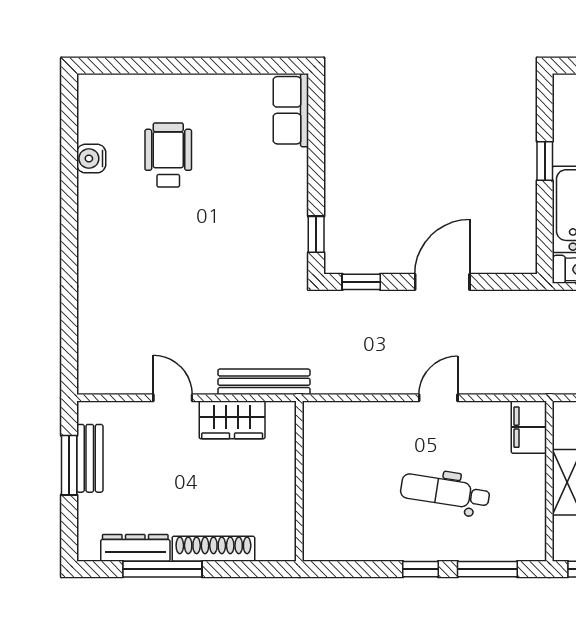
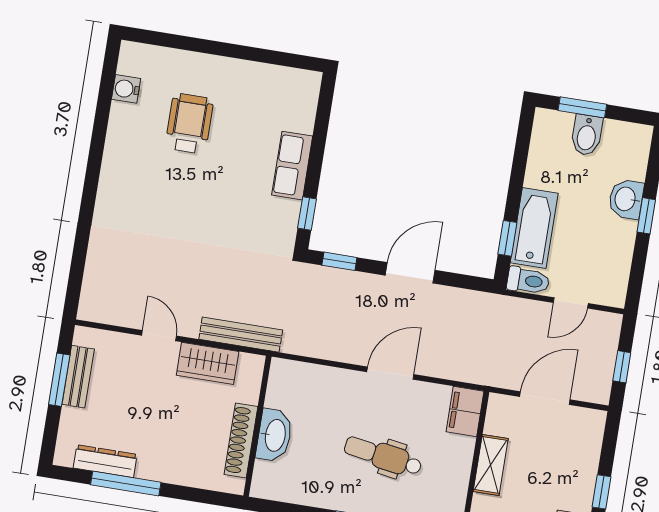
row of seats: (291, 110) -> (292, 166), moved
water cooler: (91, 159) -> (126, 89), moved
window: (545, 161) -> (507, 238), moved
door: (438, 398) -> (390, 373), width x1.38
washbasin: (320, 488) -> (274, 435), added
shoe rack: (213, 549) -> (241, 441), moved, turned -90

